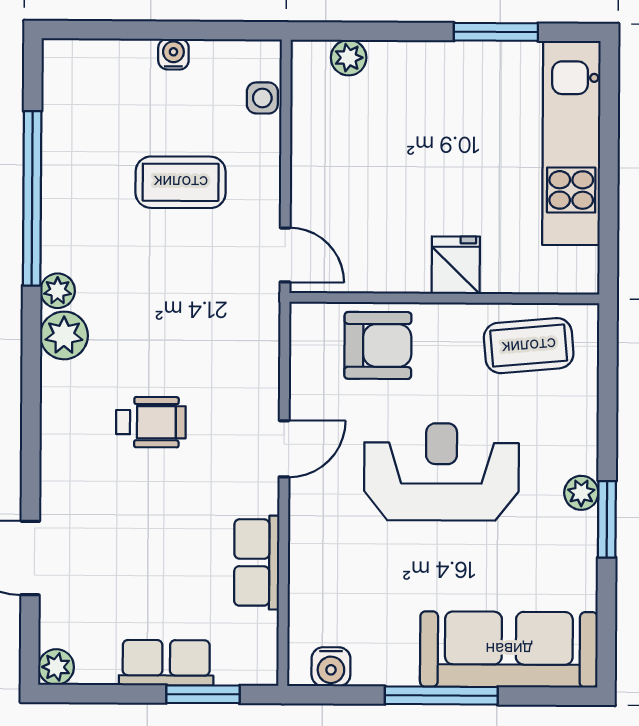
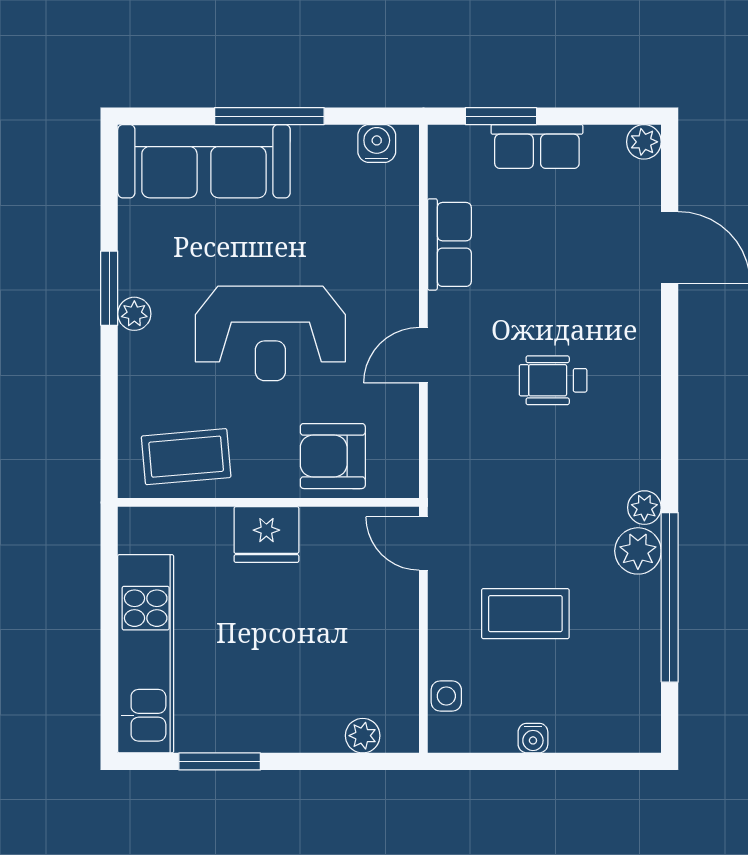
fridge: (456, 265) -> (266, 535), width x1.38
plant: (64, 335) -> (638, 551), moved

